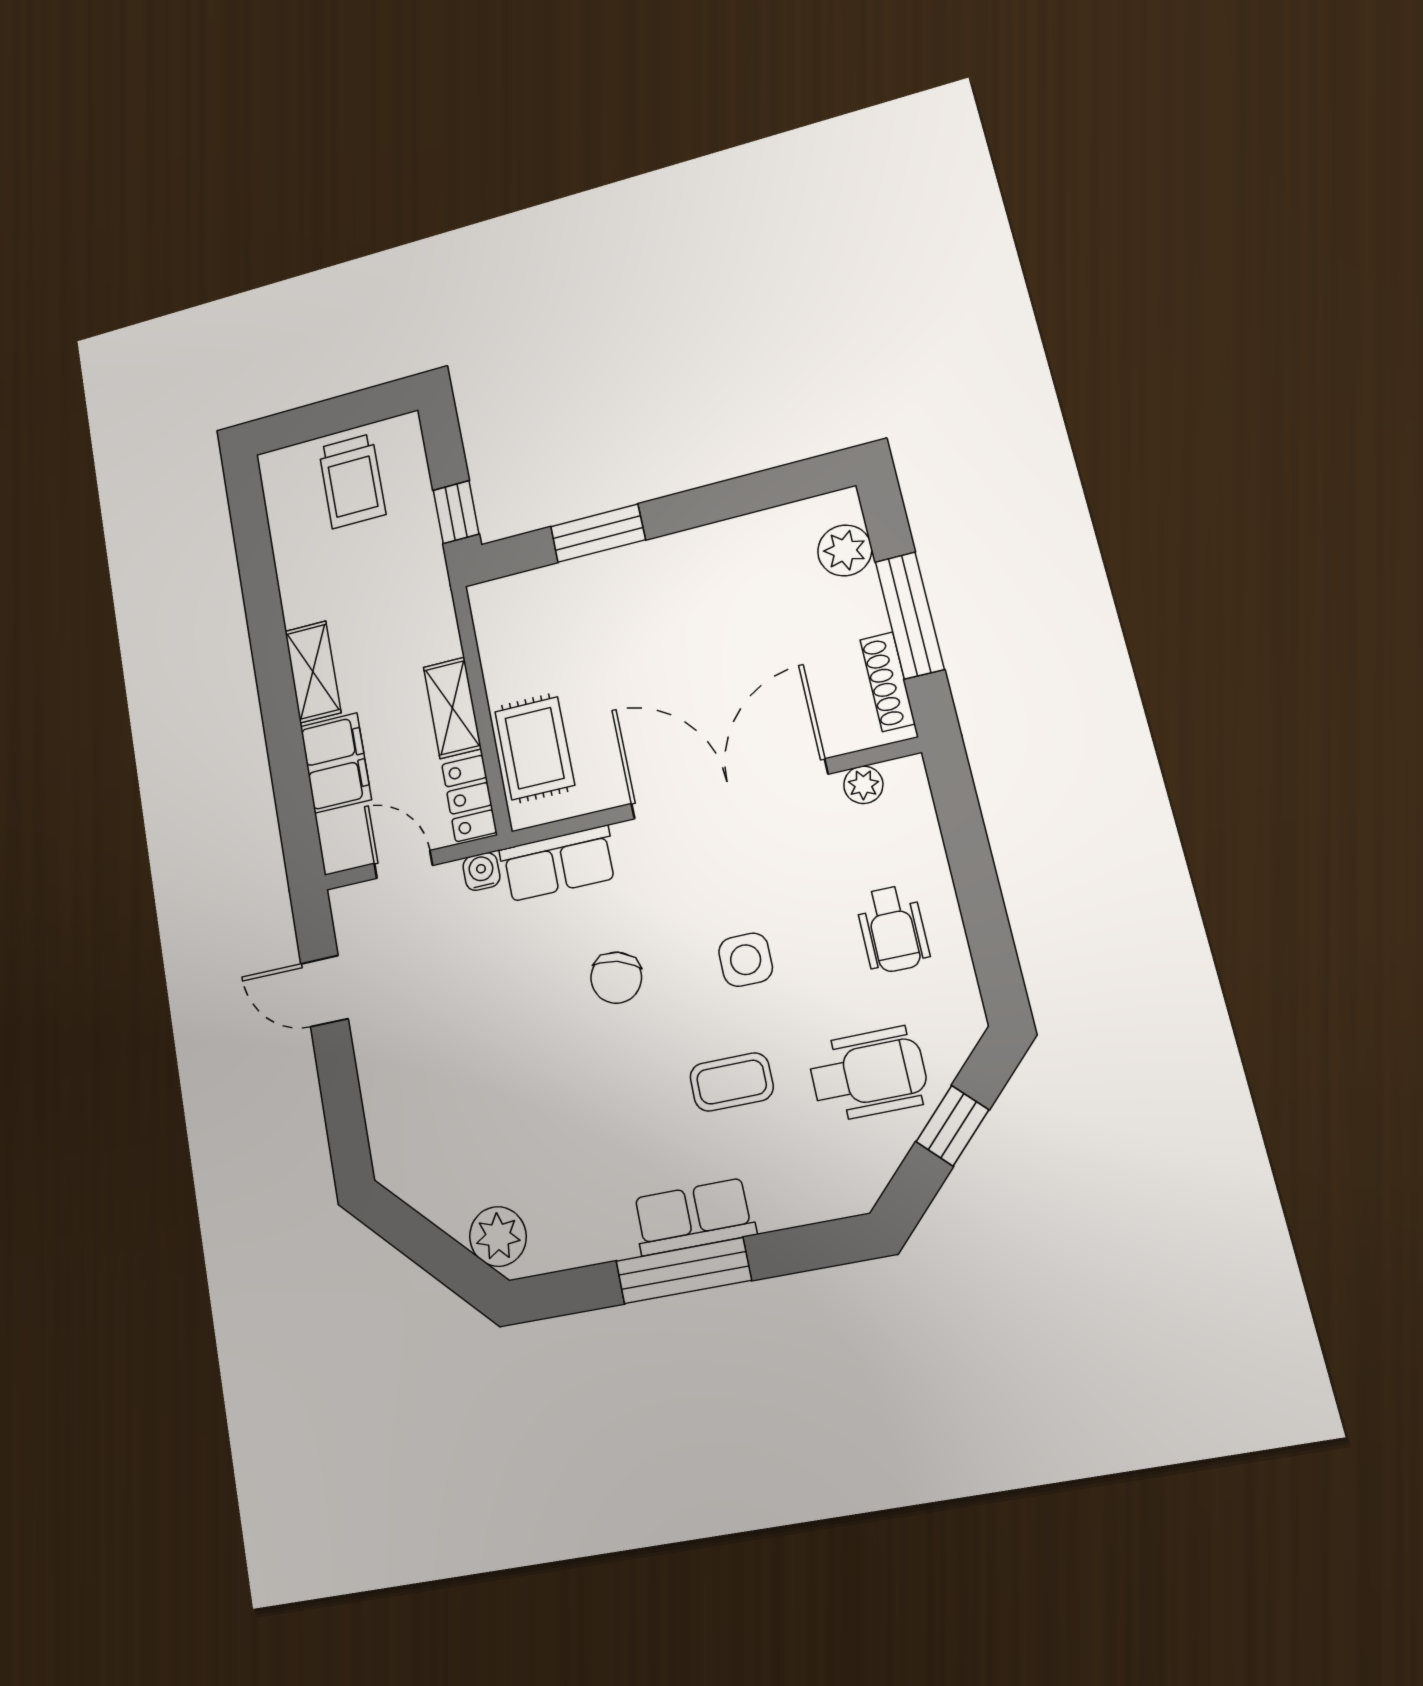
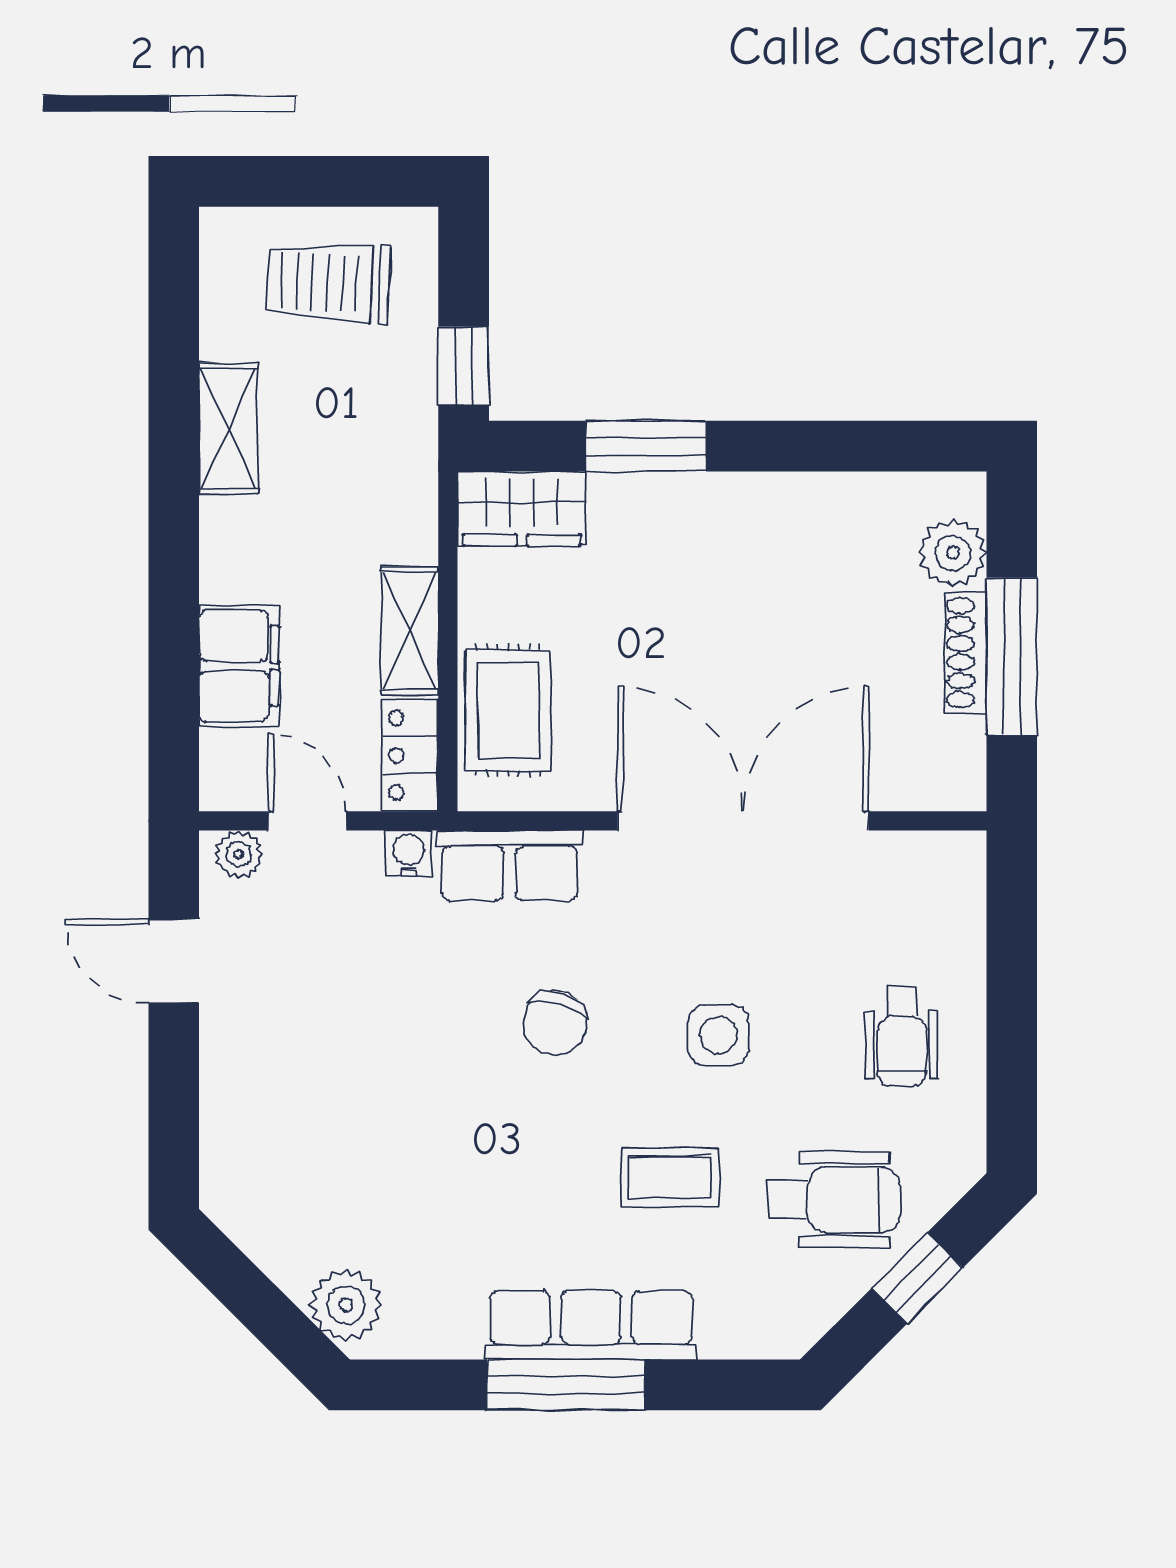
trolley: (352, 481) -> (328, 282), turned 93
wardrobe: (517, 601) -> (522, 509), added
shelving: (313, 672) -> (229, 428), moved
shoe rack: (887, 682) -> (966, 653), moved
plant: (863, 785) -> (239, 854), moved
row of seats: (694, 1217) -> (591, 1325), width x1.48

